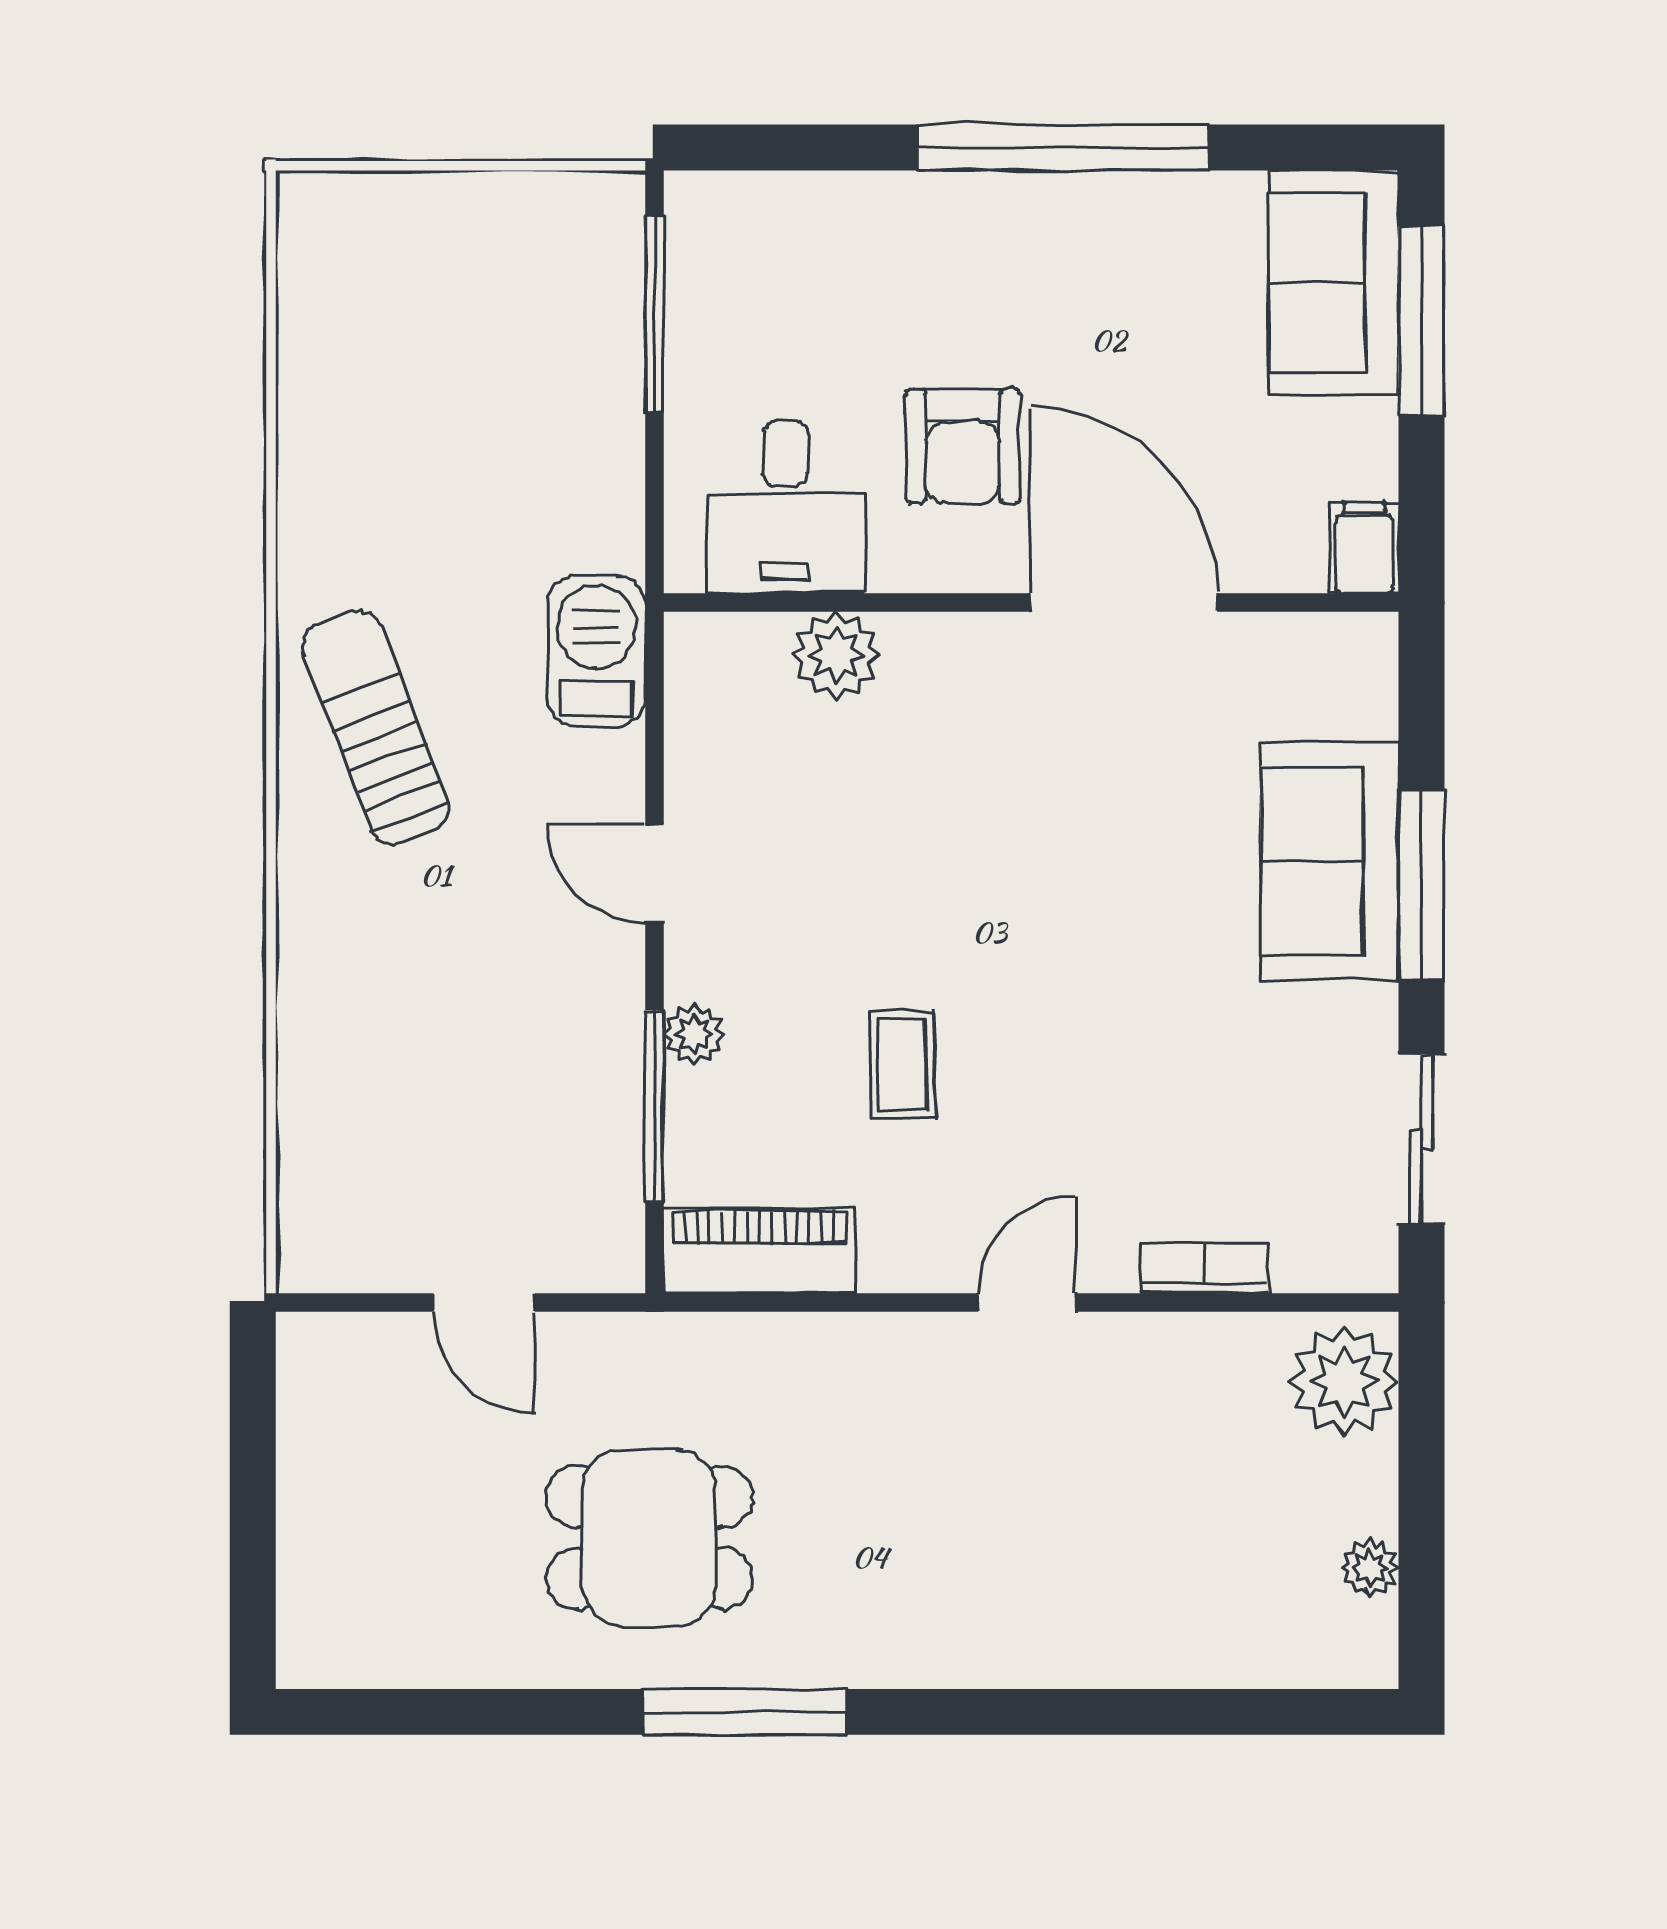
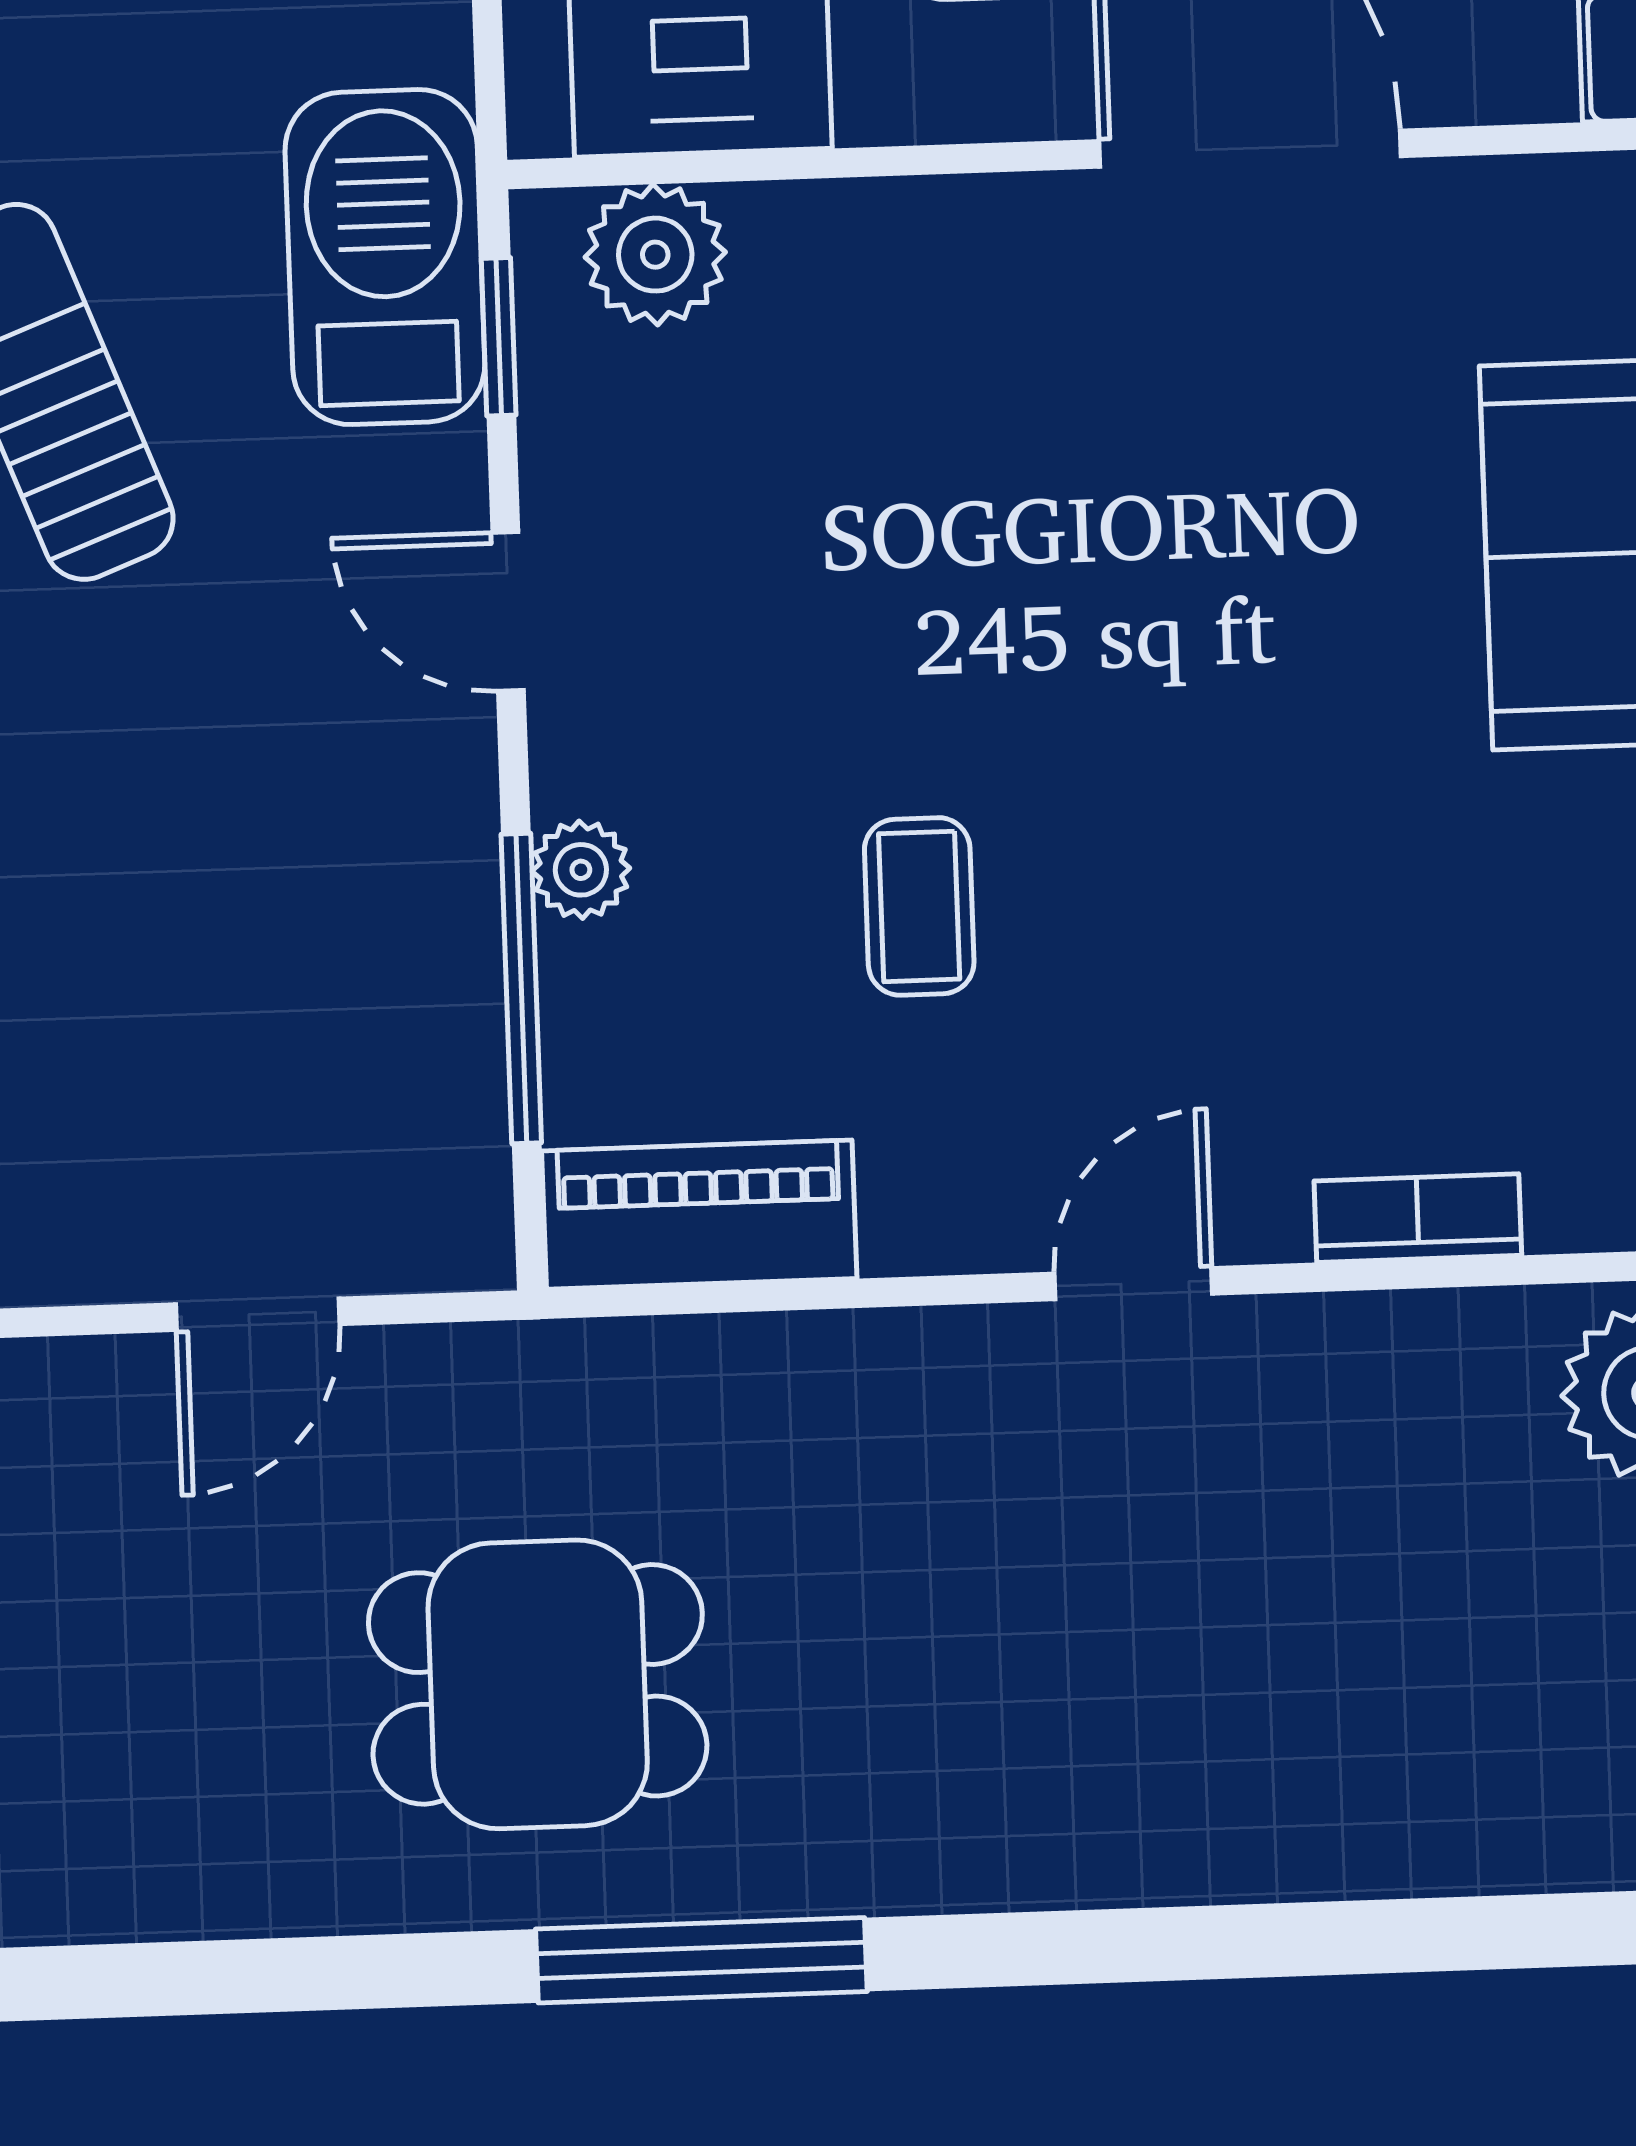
barbecue: (596, 651) -> (385, 257), width x1.37, depth x1.21
plant: (836, 655) -> (655, 255), moved
window: (654, 703) -> (499, 337), added
door: (484, 1303) -> (258, 1314), hinge flipped

